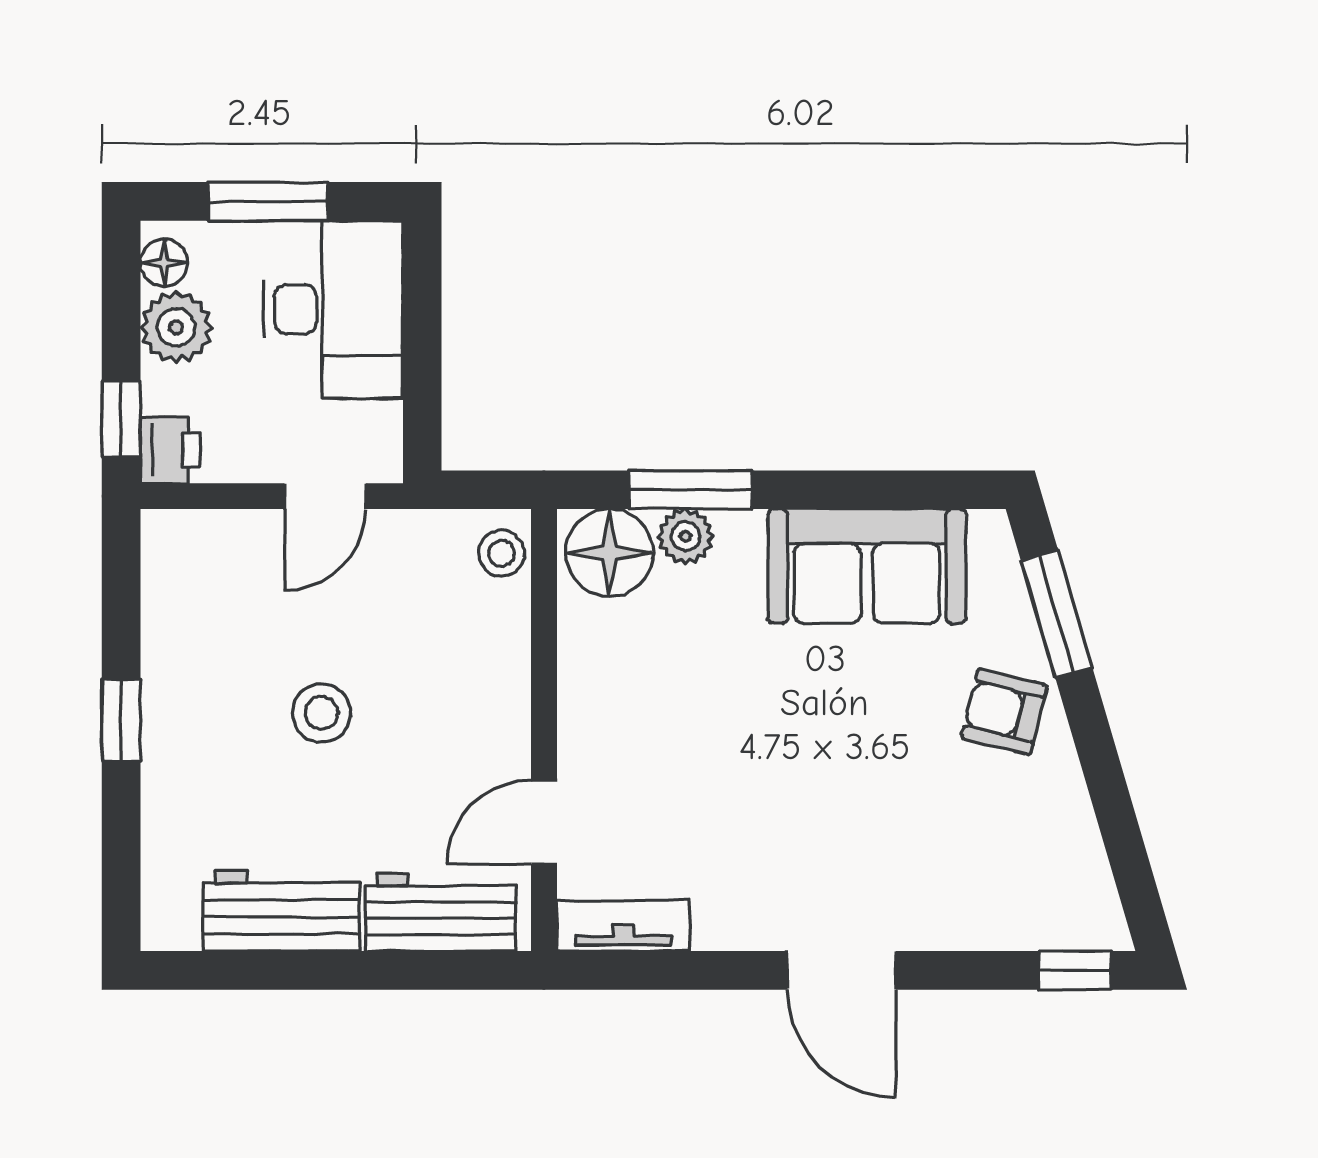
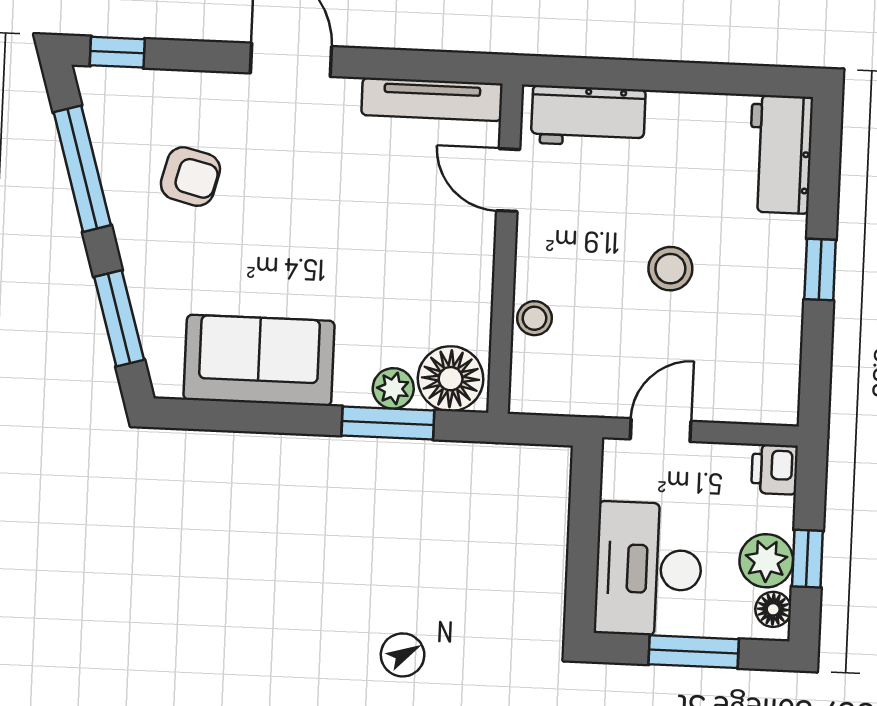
window: (121, 419) -> (807, 559), moved
stool: (502, 553) -> (534, 318), moved
armchair: (1004, 712) -> (190, 177), moved
window: (1115, 812) -> (82, 169), added
door: (544, 822) -> (508, 180), swing flipped
workbench: (281, 910) -> (780, 154), moved, turned 90
tv unit: (623, 926) -> (432, 99), width x1.41

